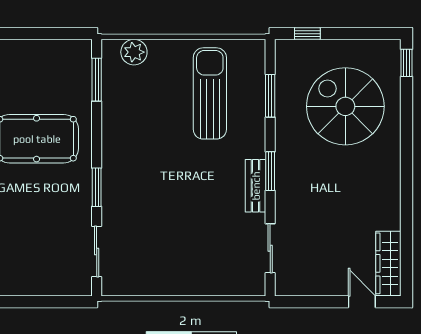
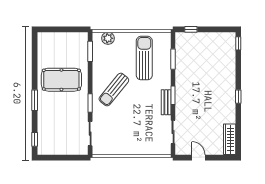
spiral stairs: (345, 106) -> (209, 64), removed
sun lounger: (146, 159) -> (114, 90), added
window: (406, 174) -> (238, 97), added
door: (362, 302) -> (198, 158), moved

